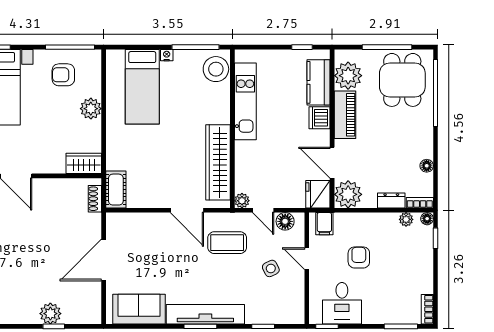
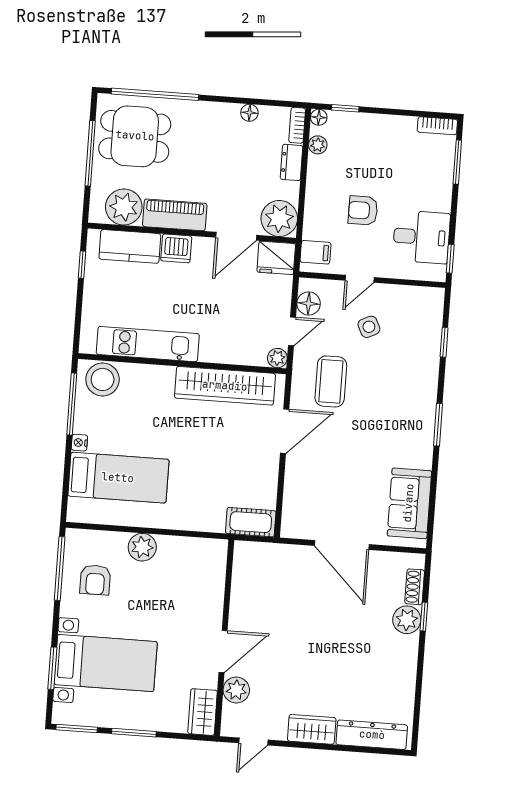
wardrobe: (84, 163) -> (213, 562), removed
shoe rack: (95, 199) -> (415, 587), moved, turned 90
tv unit: (205, 314) -> (423, 417), removed

